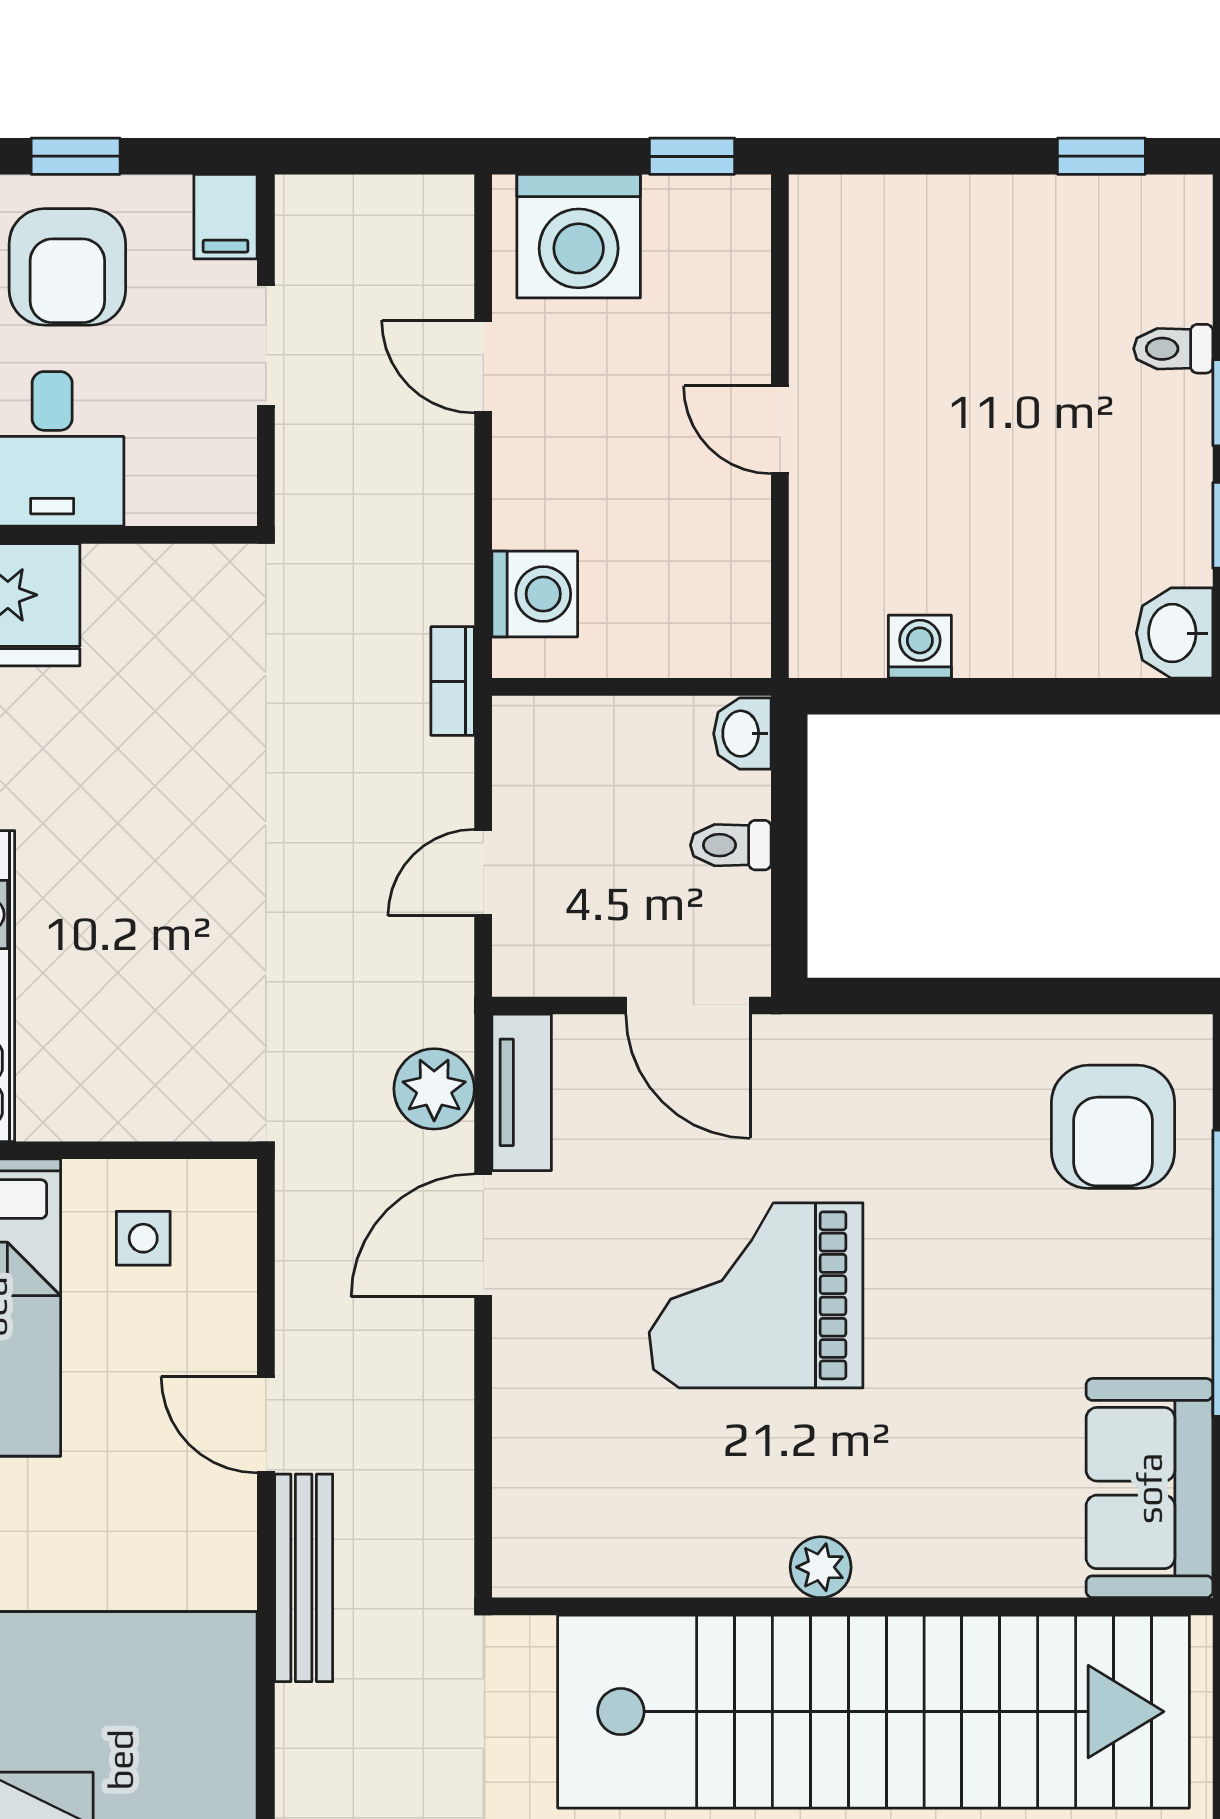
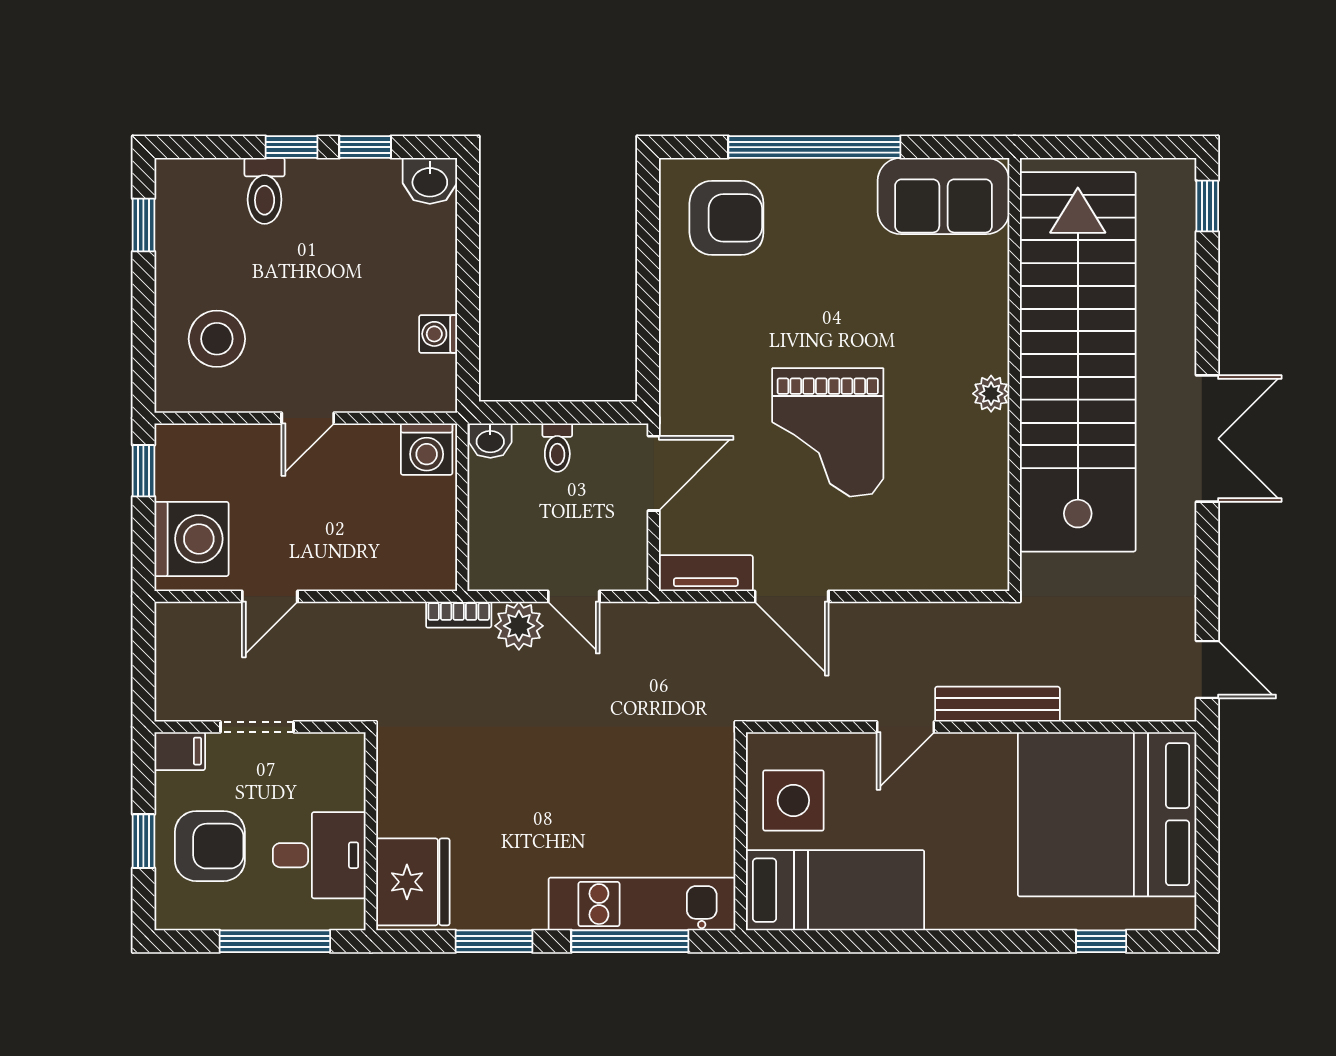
stool: (912, 278) -> (217, 339), added
toilet: (1173, 349) -> (265, 191), width x1.37, depth x1.39
washing machine: (535, 594) -> (427, 449), moved, turned 180
plant: (434, 1089) -> (519, 626), moved
side table: (143, 1238) -> (793, 800), width x1.87, depth x1.87

